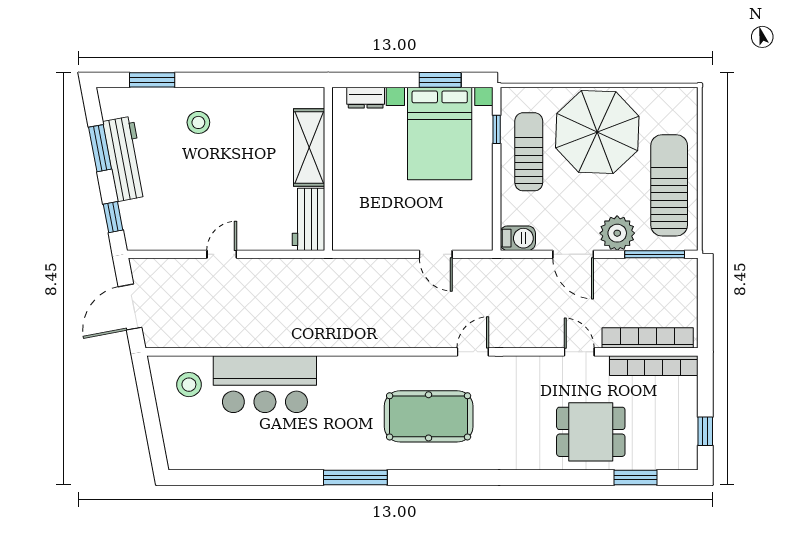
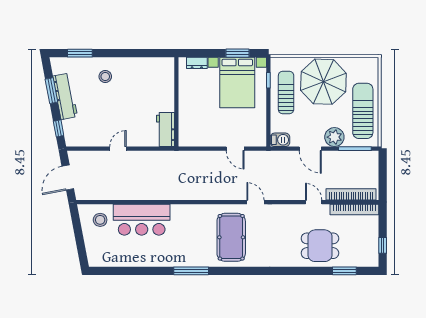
shelving: (309, 147) -> (166, 90), removed
door: (473, 352) -> (255, 202), hinge flipped
pool table: (429, 416) -> (231, 237), turned 90

